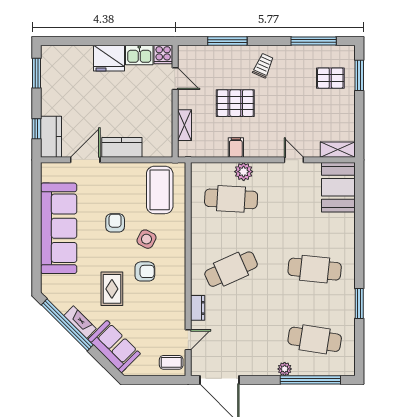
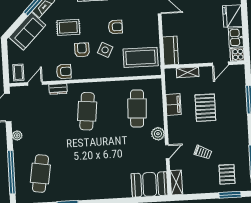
trolley: (263, 66) -> (203, 152), moved
kitchen counter: (122, 147) -> (170, 51), moved
filing cabinet: (236, 148) -> (173, 104), width x2.00
plant: (244, 172) -> (158, 134), moved
cafe table: (231, 269) -> (87, 111), turned 30
cafe table: (315, 269) -> (90, 171), removed
armchair: (145, 271) -> (82, 50), turned 180
armchair: (173, 299) -> (64, 71), added
door: (188, 340) -> (35, 84), swing flipped
plant: (285, 369) -> (17, 135), moved

